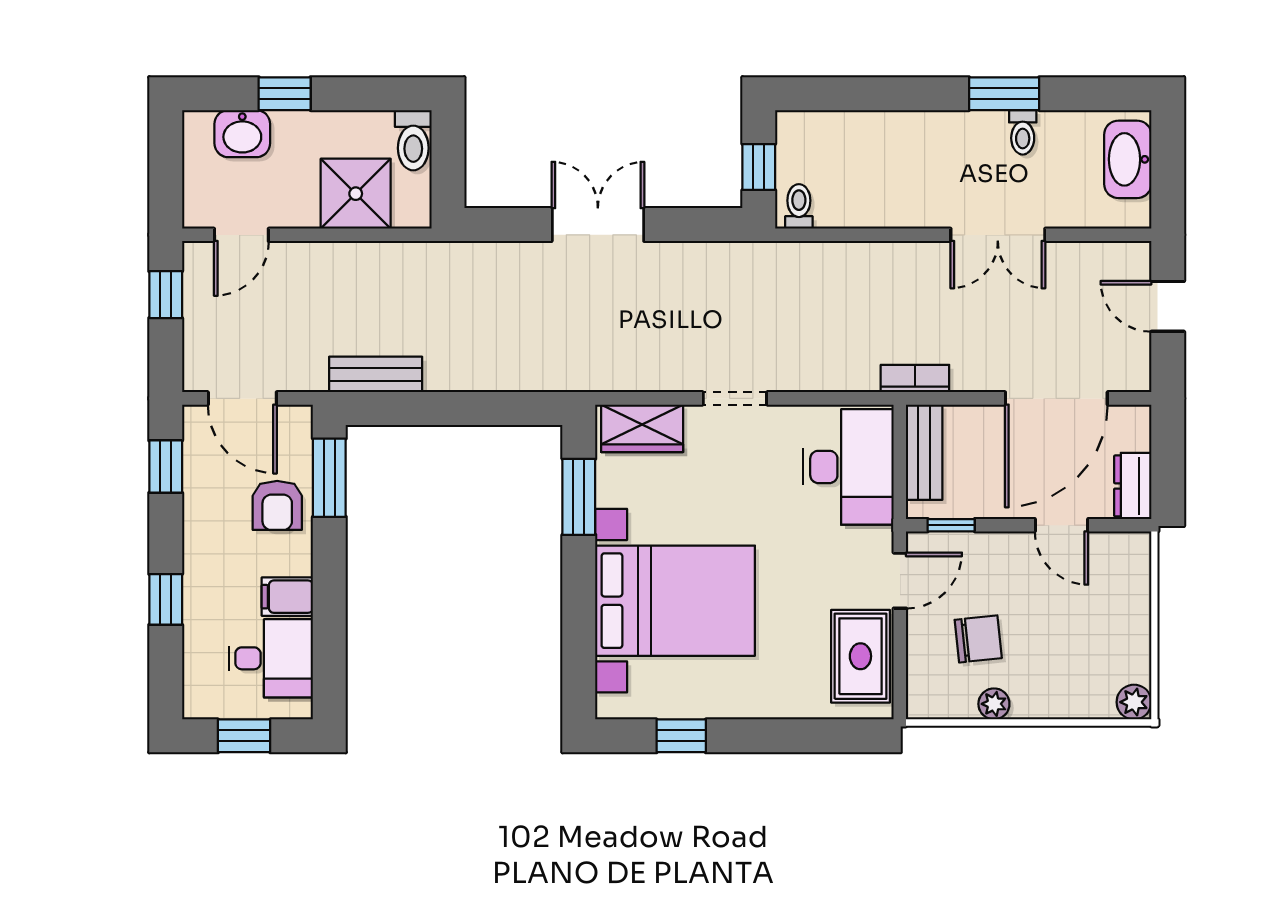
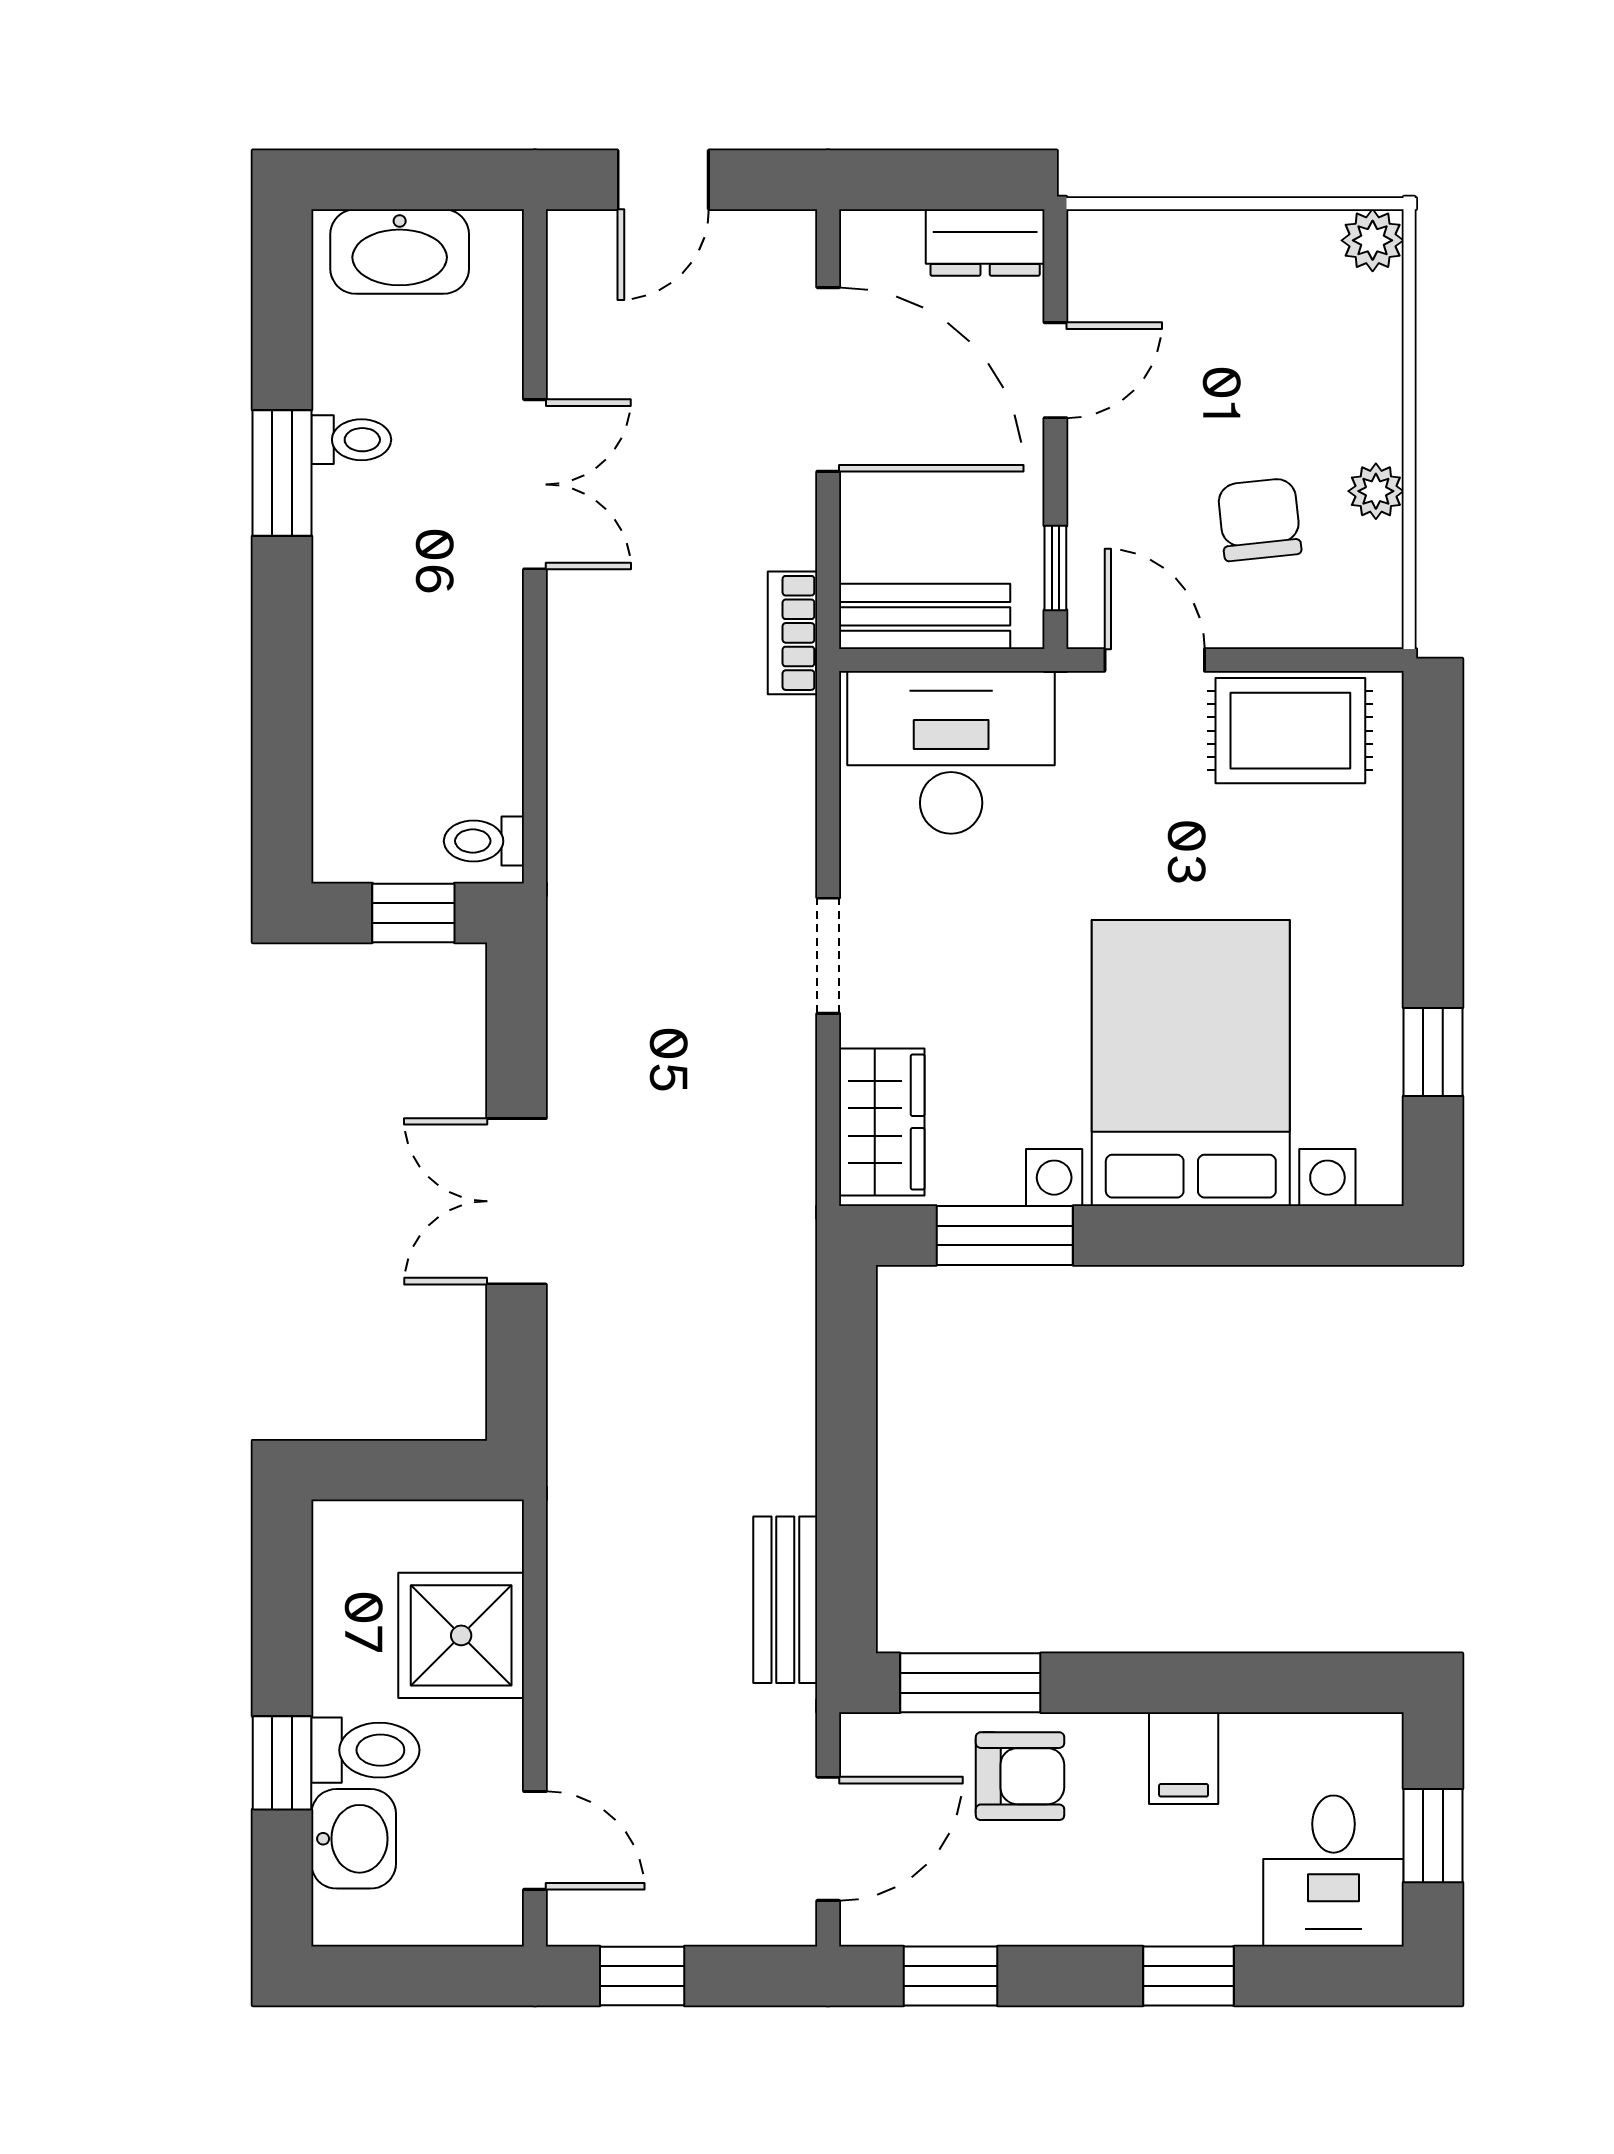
toilet: (413, 140) -> (365, 1750), moved
desk: (271, 658) -> (1334, 1871), moved, turned 180

